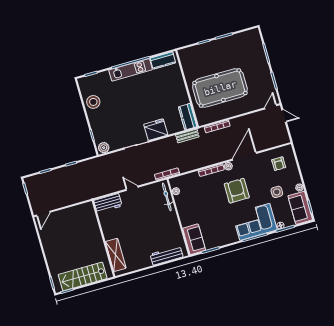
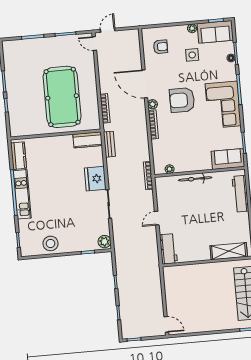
bicycle: (167, 197) -> (195, 179), moved
corner sofa: (255, 222) -> (223, 105), moved

